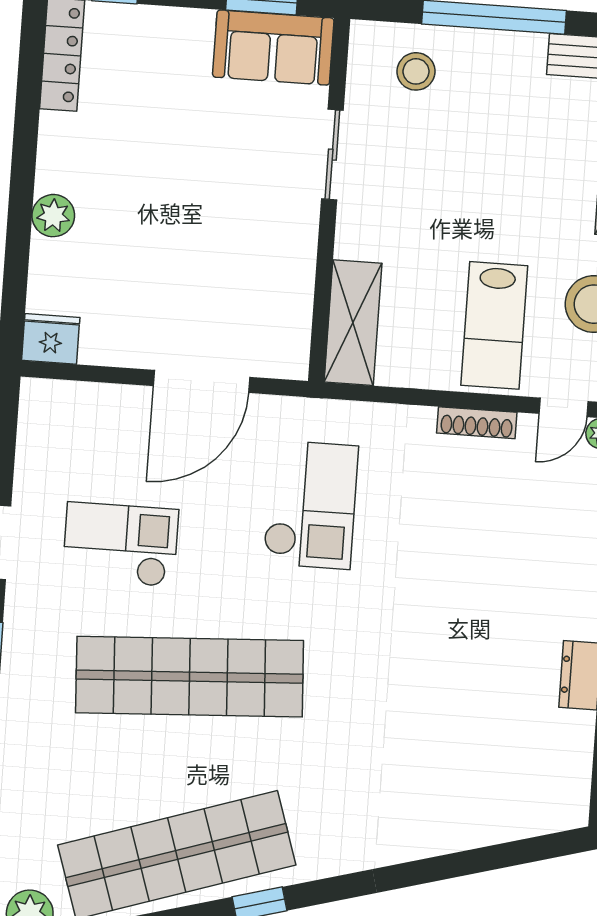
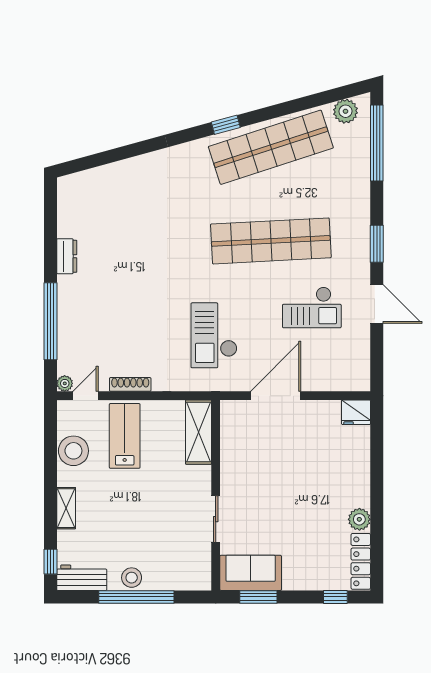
stool: (416, 71) -> (132, 578), moved
plant: (53, 216) -> (359, 519), moved

